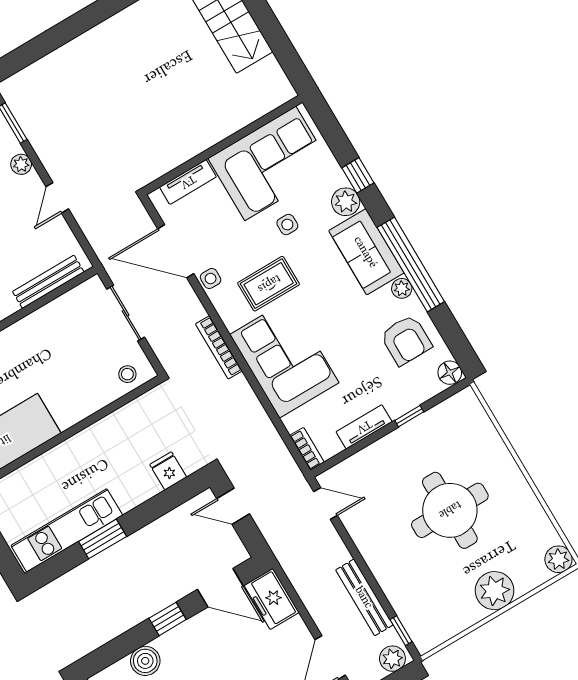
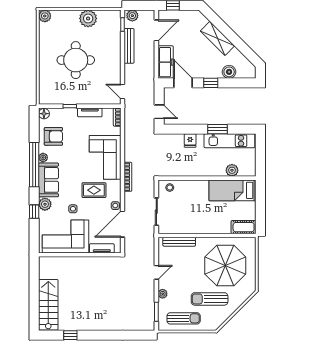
door: (176, 251) -> (123, 224), swing flipped
armchair: (406, 340) -> (53, 136), turned 90
fridge: (168, 471) -> (190, 140), moved
plant: (29, 477) -> (232, 170), added
plant: (495, 591) -> (88, 18), moved
freezer: (271, 599) -> (166, 62), width x1.40

